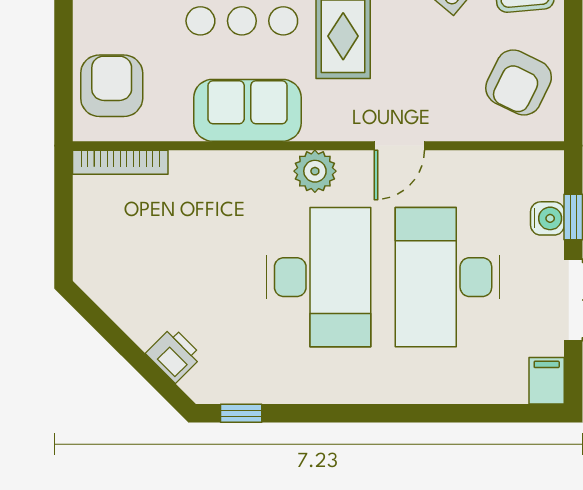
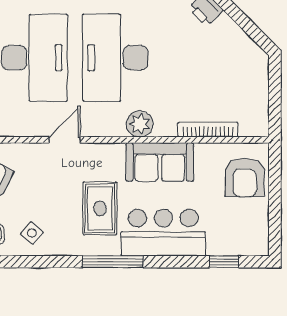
bookcase: (120, 162) -> (208, 130), moved
plant: (315, 171) -> (140, 124), moved

